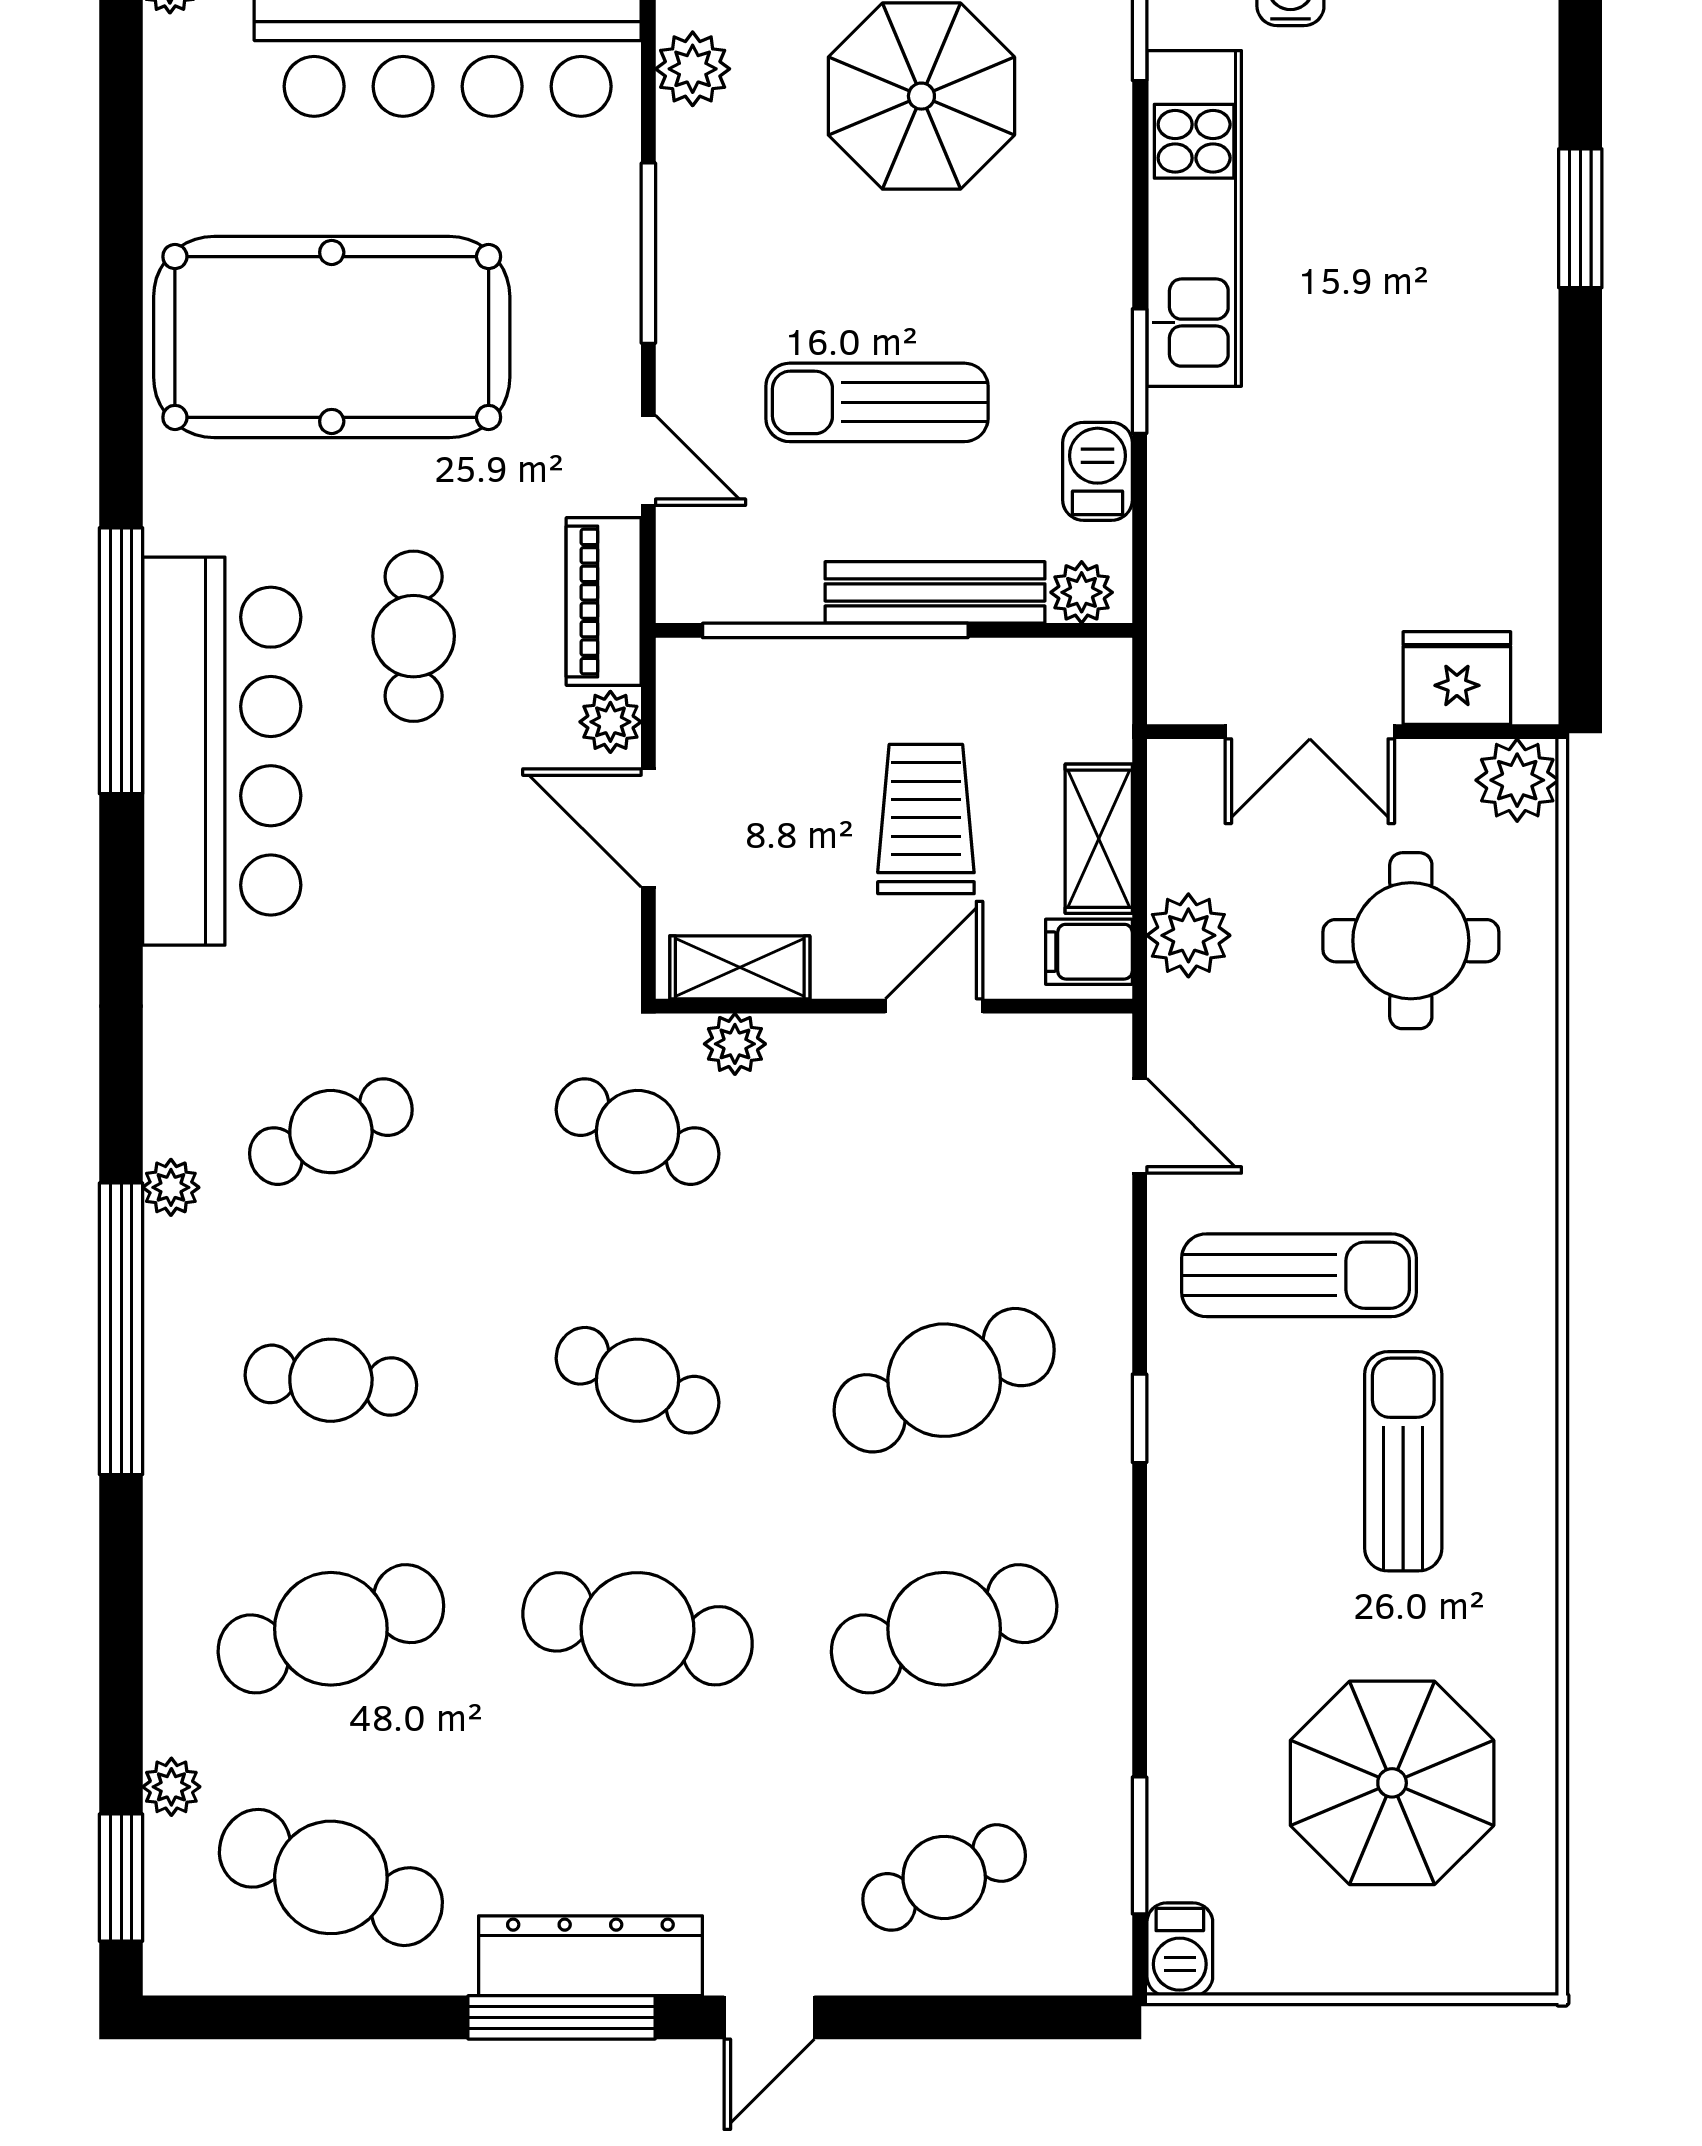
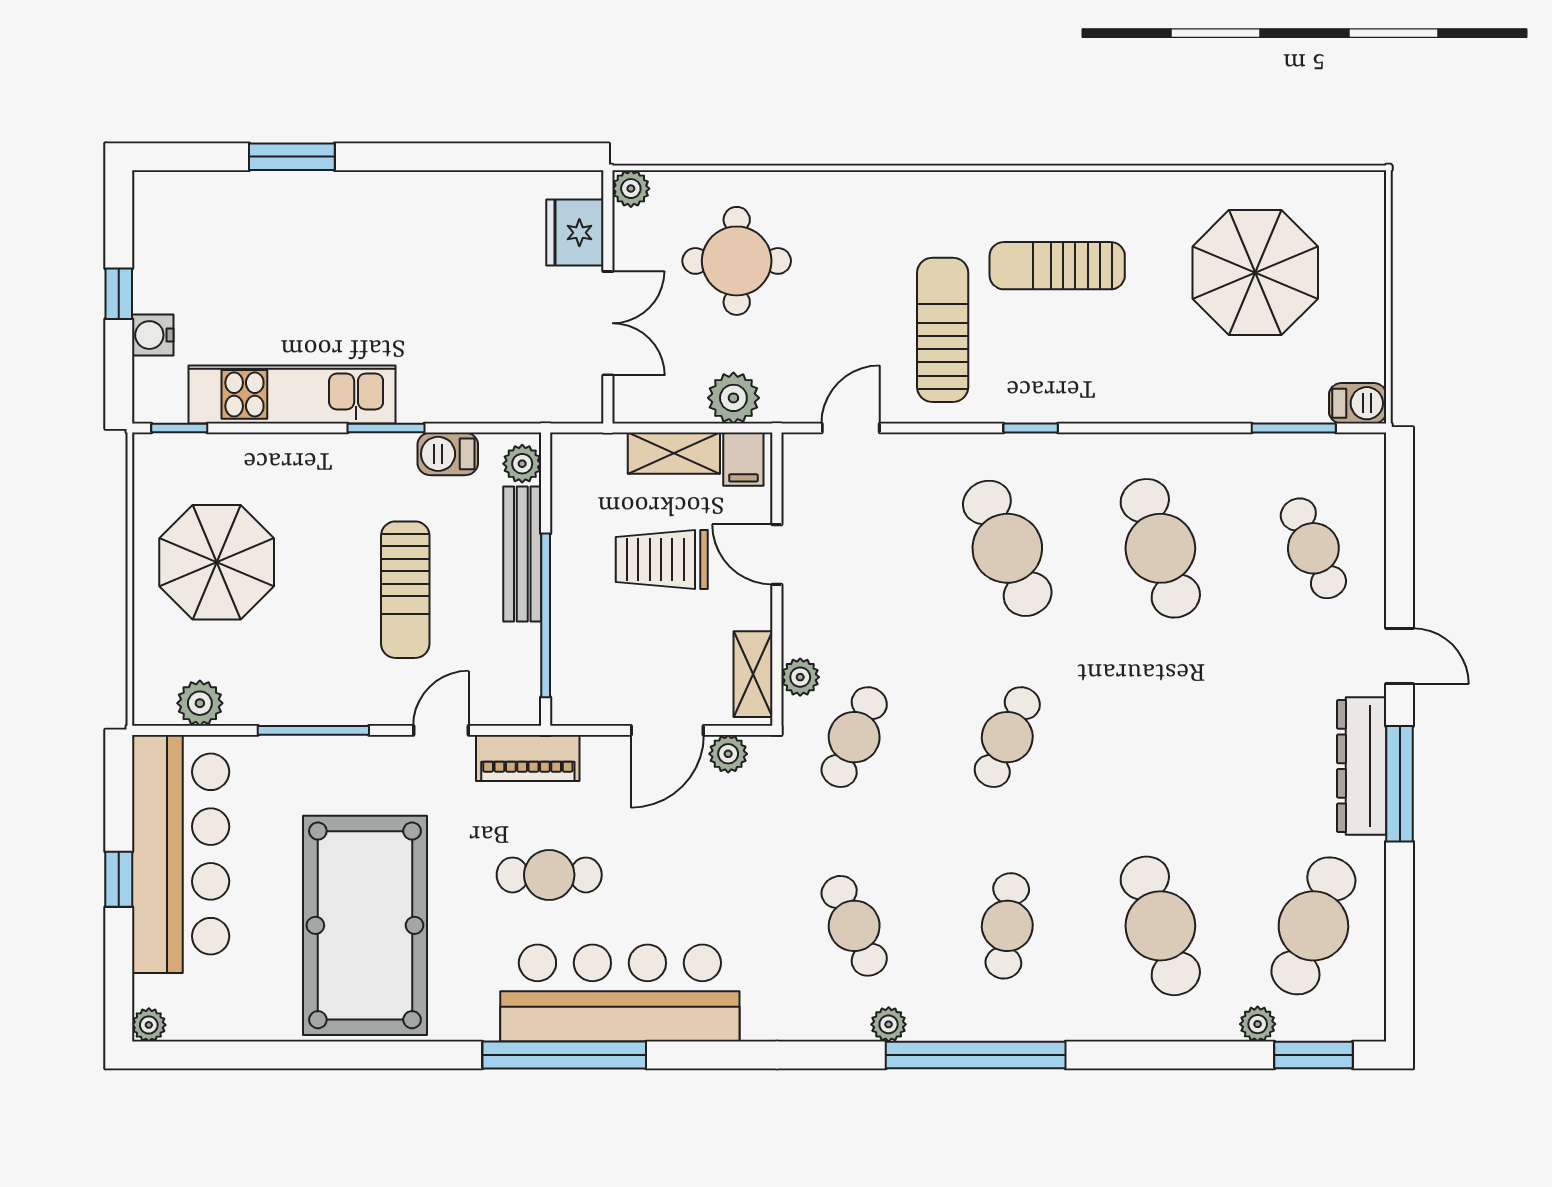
plant: (610, 722) -> (728, 754), moved
plant: (1517, 780) -> (631, 189), width x0.73, depth x0.73
cafe table: (638, 1629) -> (1160, 737), removed

